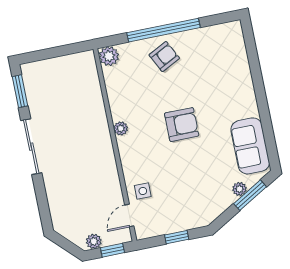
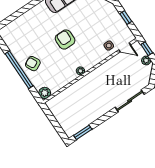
sliding door: (31, 147) -> (130, 101), moved

